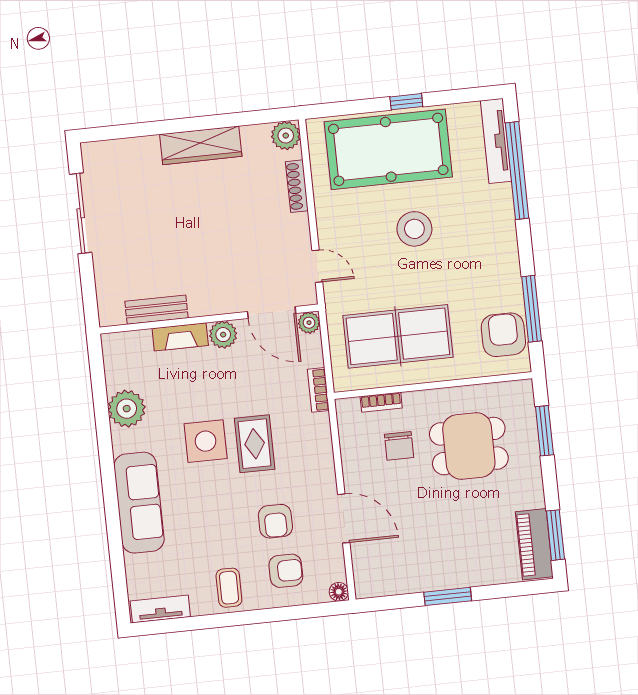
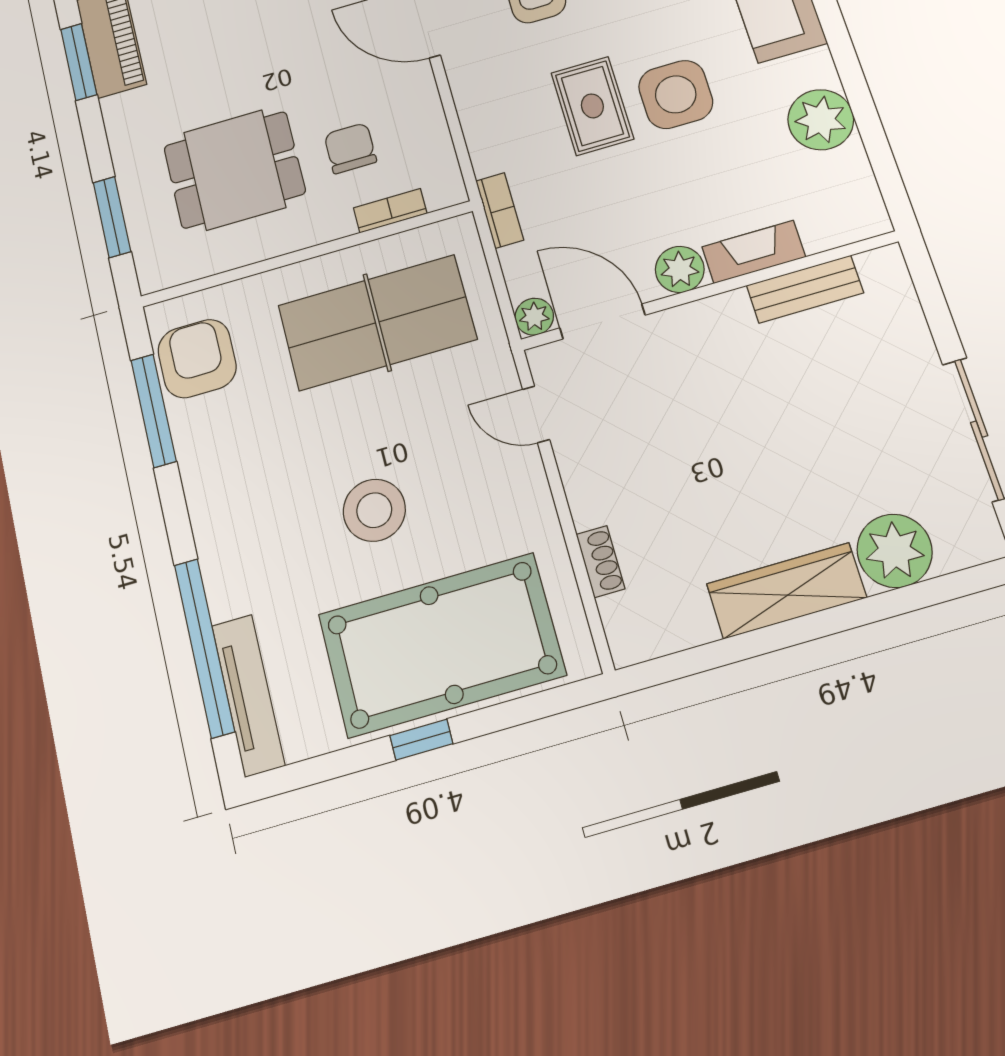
plant: (286, 136) -> (895, 551), moved, width x1.36, depth x1.36
shoe rack: (297, 186) -> (600, 562), width x0.70
armchair: (503, 335) -> (197, 359), turned 180

